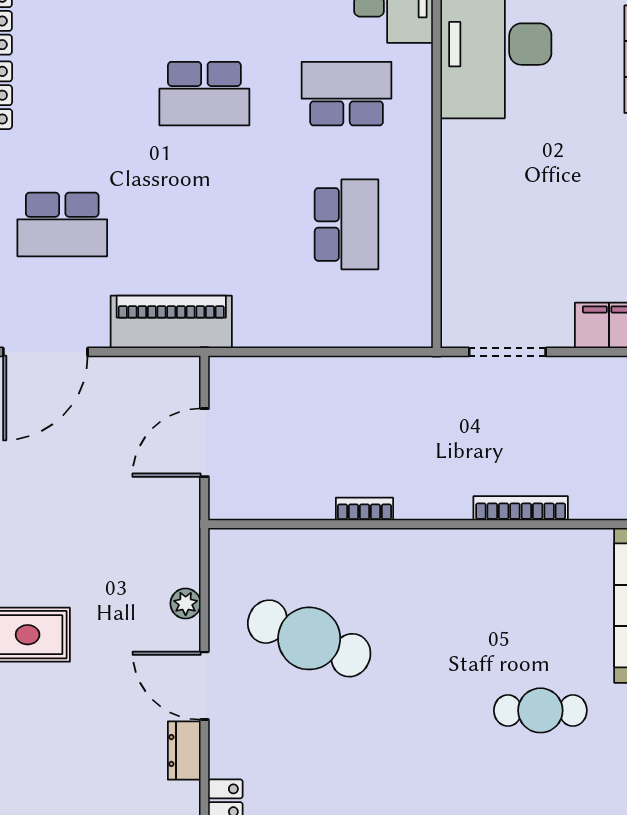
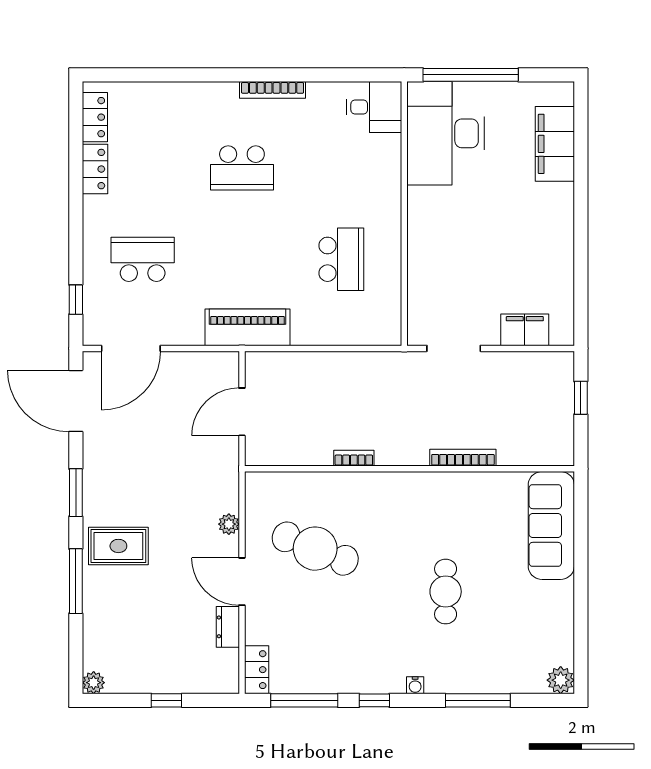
school desk: (347, 94) -> (341, 168), removed
school desk: (62, 224) -> (143, 259), turned 180
piano: (171, 322) -> (248, 327), moved
cafe table: (540, 710) -> (446, 592), moved, turned 90

